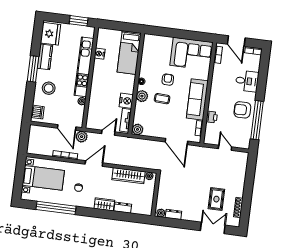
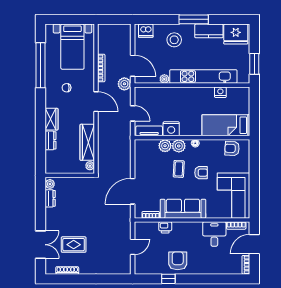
armchair: (150, 50) -> (232, 148), added
desk: (247, 81) -> (214, 234), moved, turned 180
window: (257, 120) -> (168, 279), width x0.32
door: (67, 127) -> (133, 66), swing flipped
plant: (137, 129) -> (165, 146), moved

